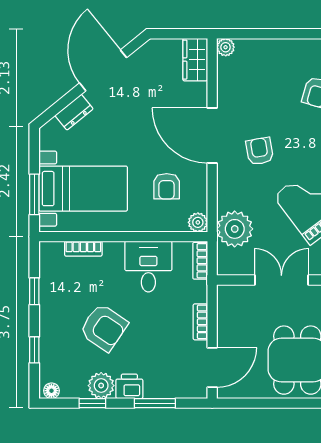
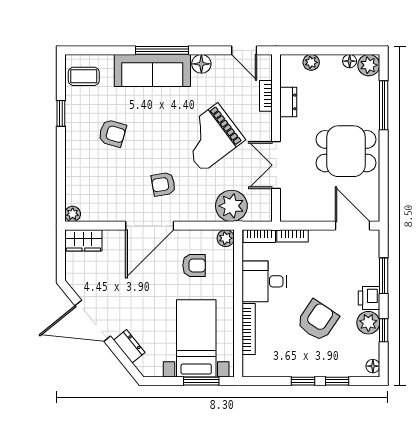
bookcase: (83, 249) -> (249, 329), width x1.56
window: (34, 291) -> (303, 381), moved
bookcase: (200, 322) -> (293, 236), moved

